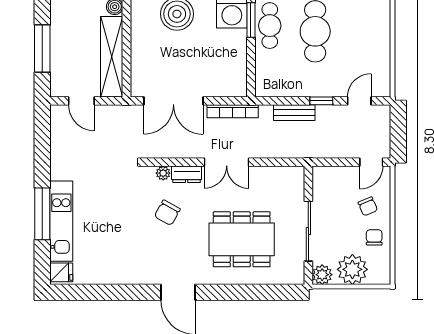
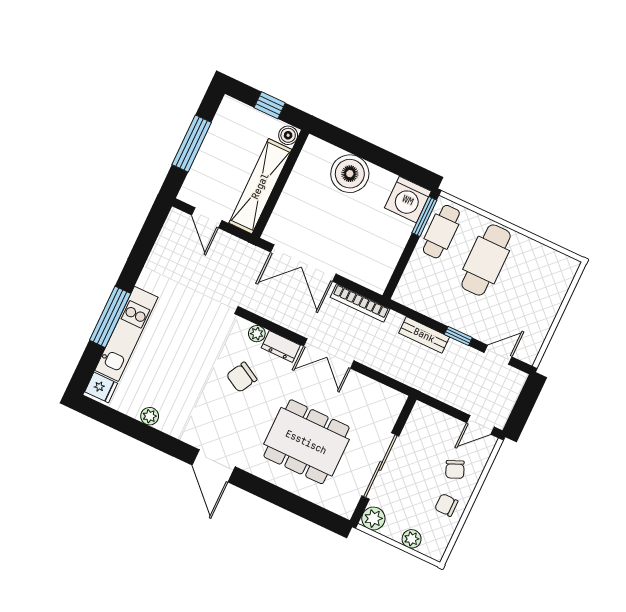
chair: (374, 237) -> (446, 505), turned -90
plant: (352, 269) -> (412, 539), width x0.53, depth x0.53
plant: (110, 277) -> (150, 416), added

